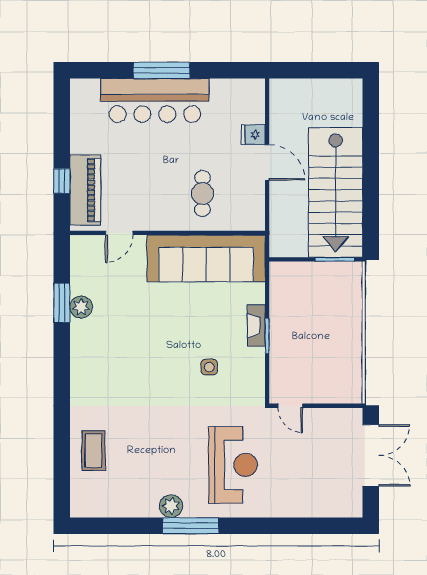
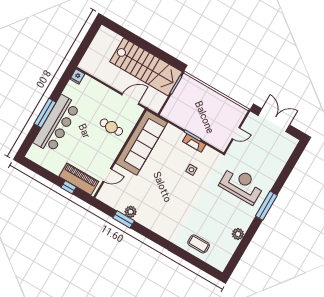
fridge: (253, 135) -> (77, 77), moved
door: (267, 162) -> (130, 99), moved
door: (119, 233) -> (107, 175), hinge flipped
fireplace: (256, 326) -> (194, 143), moved
door: (290, 406) -> (236, 133), moved
plant: (171, 506) -> (238, 234), moved
window: (191, 526) -> (266, 206), moved

